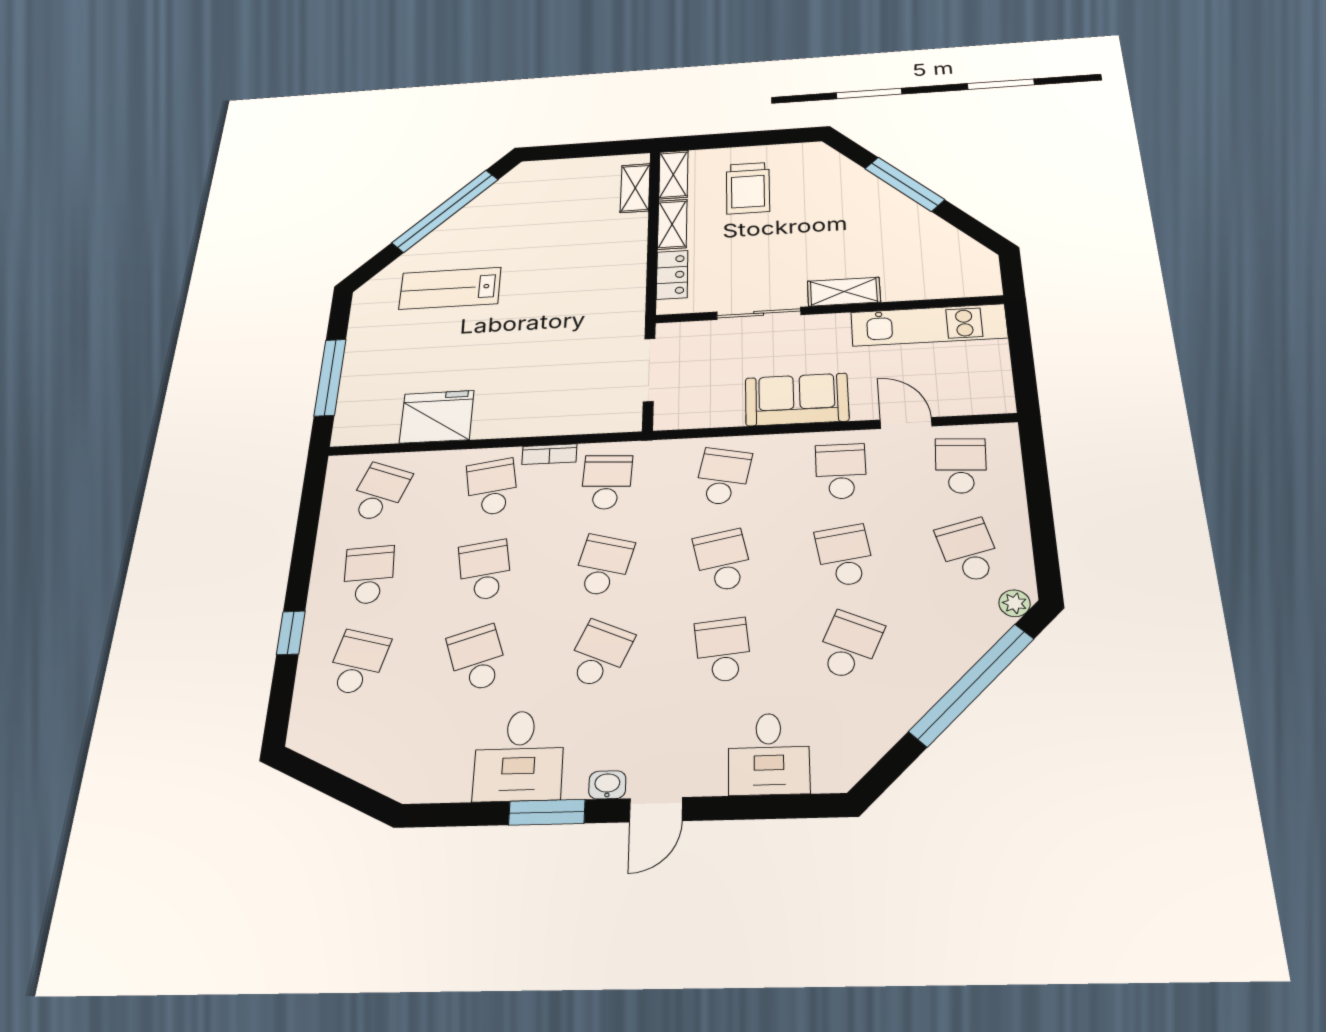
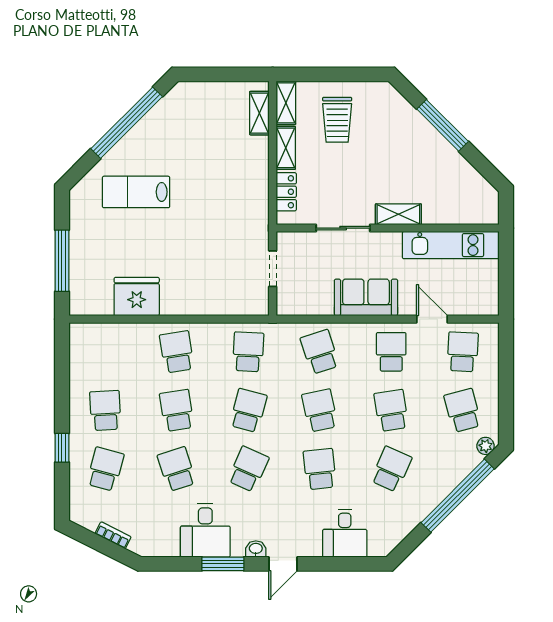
doorway: (649, 370) -> (273, 269), width x0.73
bookcase: (549, 454) -> (113, 535), moved, turned -153
school desk: (723, 477) -> (320, 352), turned -30
school desk: (379, 493) -> (105, 352), removed

